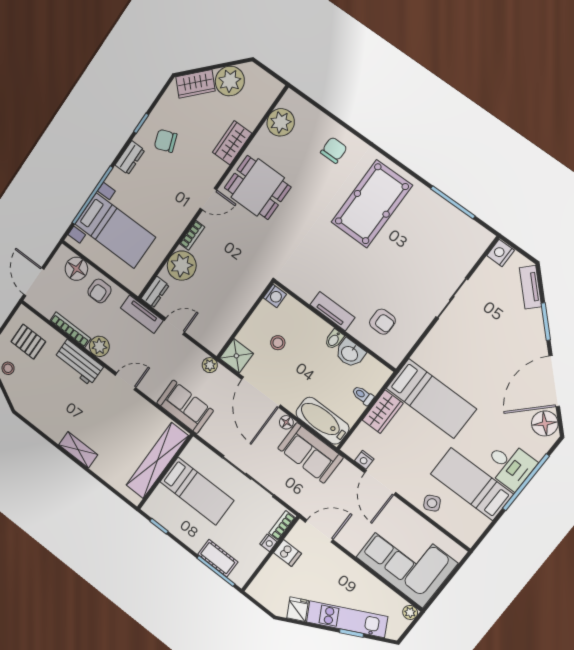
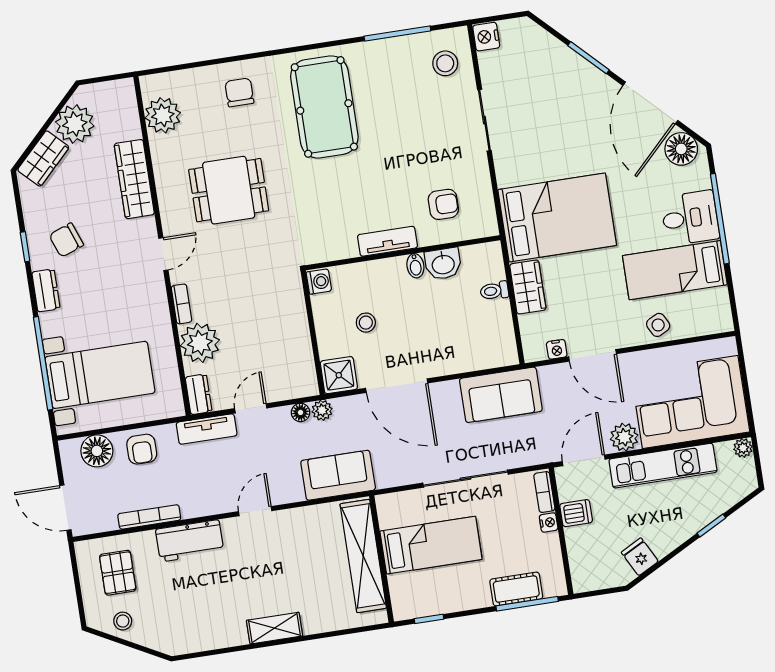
wardrobe: (232, 143) -> (134, 179), width x1.50
dining table: (258, 187) -> (229, 190), moved
stool: (462, 245) -> (445, 63), added
tv unit: (530, 287) -> (544, 41), removed
pallet: (28, 342) -> (118, 573), turned 90
plant: (99, 346) -> (624, 437), moved
bed: (431, 398) -> (557, 218), width x1.50
bathtub: (322, 421) -> (481, 353), removed
floor lamp: (286, 422) -> (301, 412), moved
kitchen unit: (347, 619) -> (663, 466), moved, turned -152

